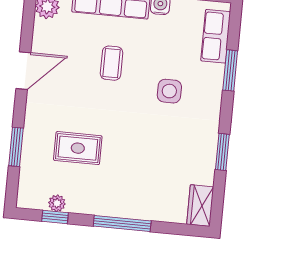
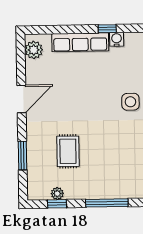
coffee table: (112, 63) -> (86, 86), removed
rug: (78, 148) -> (68, 151), turned 90

